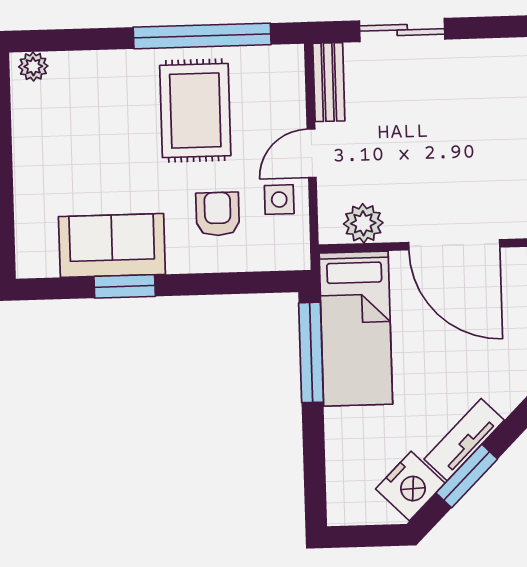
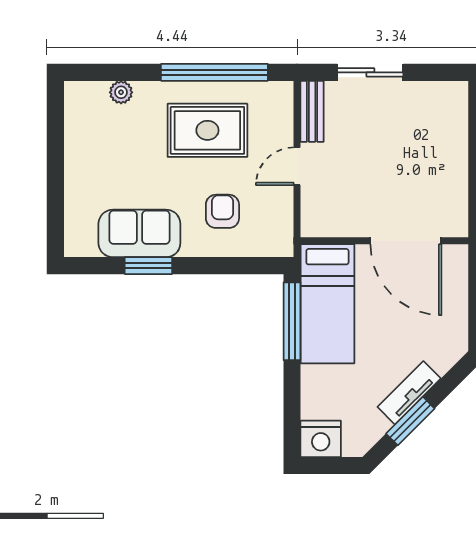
plant: (33, 66) -> (121, 92), moved
rug: (195, 111) -> (207, 130), turned 90
side table: (279, 200) -> (271, 202), removed
plant: (363, 223) -> (336, 222), removed
nightstand: (410, 486) -> (321, 439), moved, turned 45

